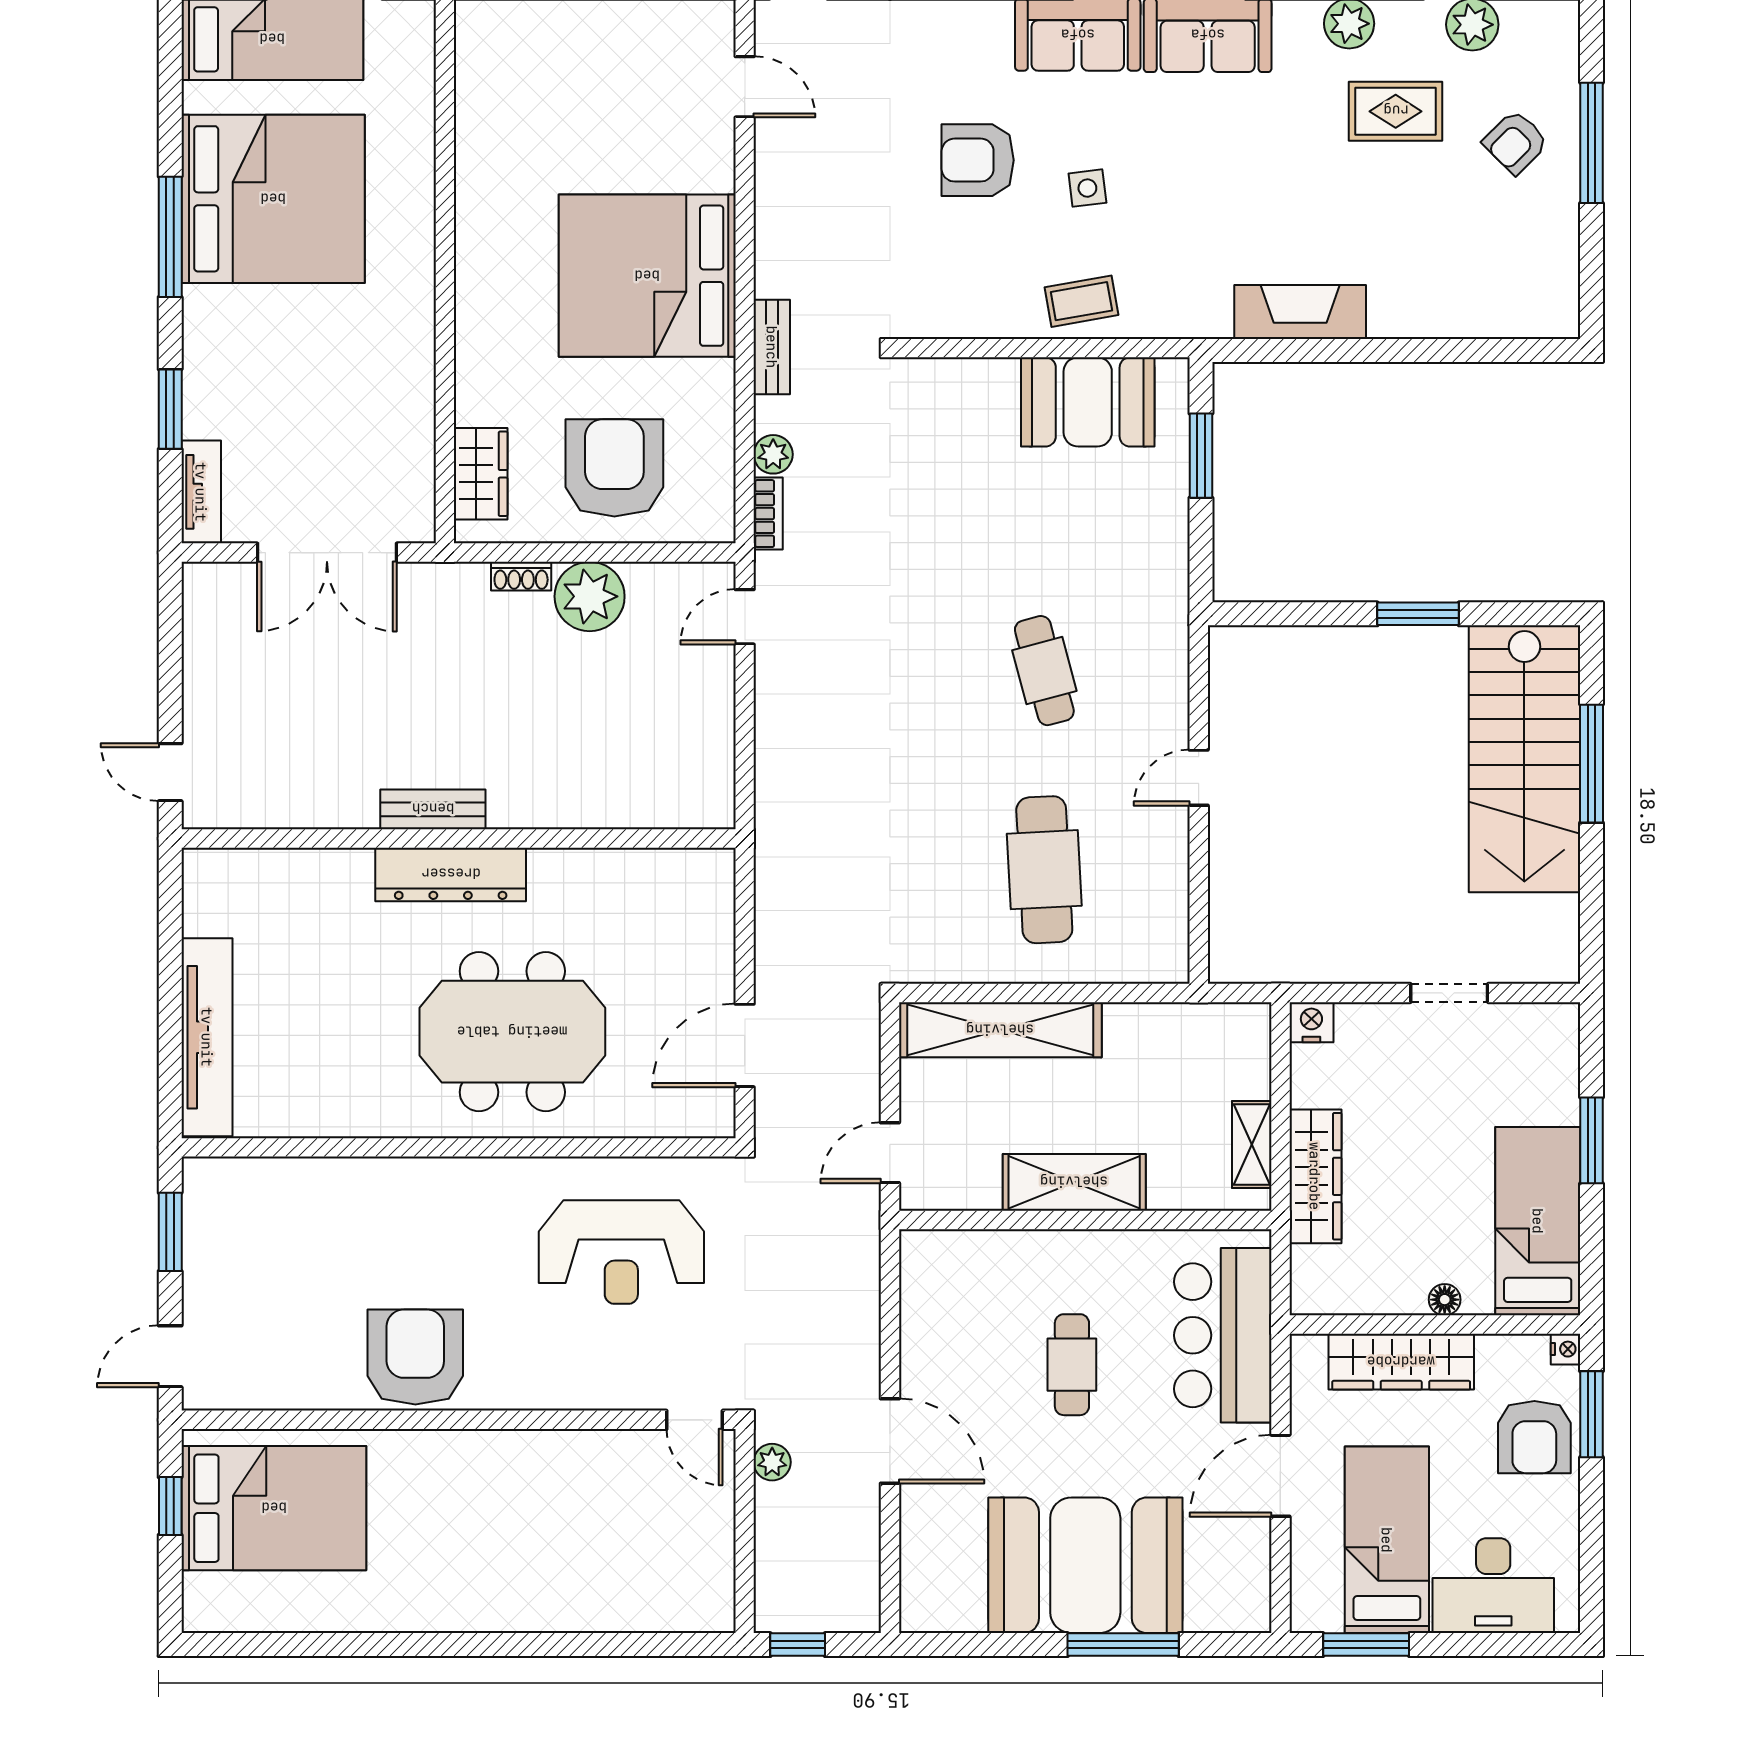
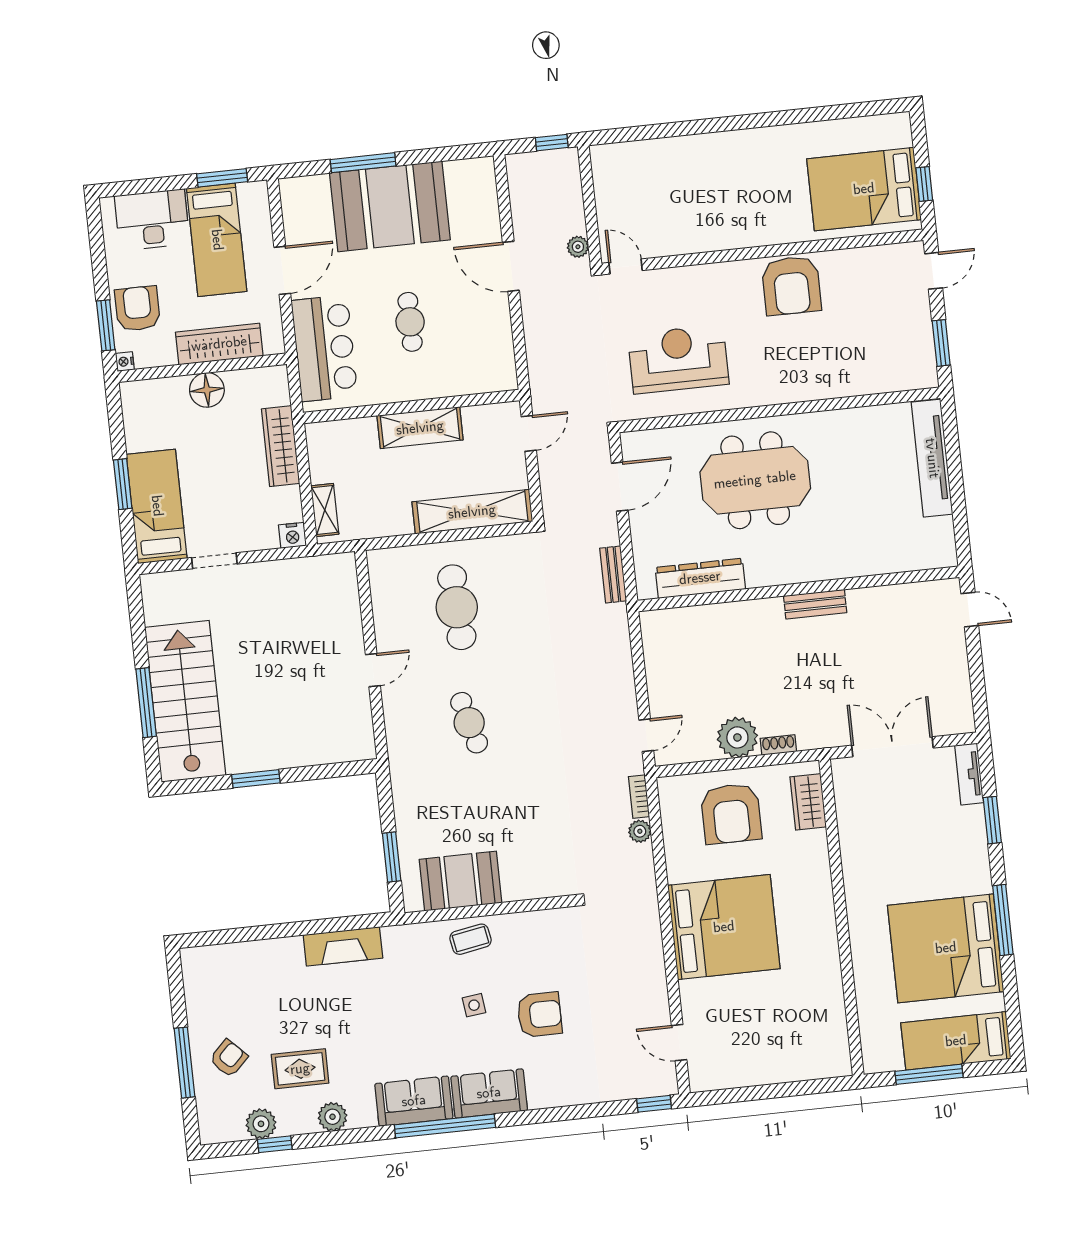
bench: (772, 347) -> (613, 574), moved
dresser: (451, 874) -> (700, 578), moved
shelving: (1252, 1145) -> (325, 510), moved
bed: (1538, 1221) -> (157, 506), moved, turned 180
floor lamp: (1445, 1300) -> (207, 390), width x1.89, depth x1.89

